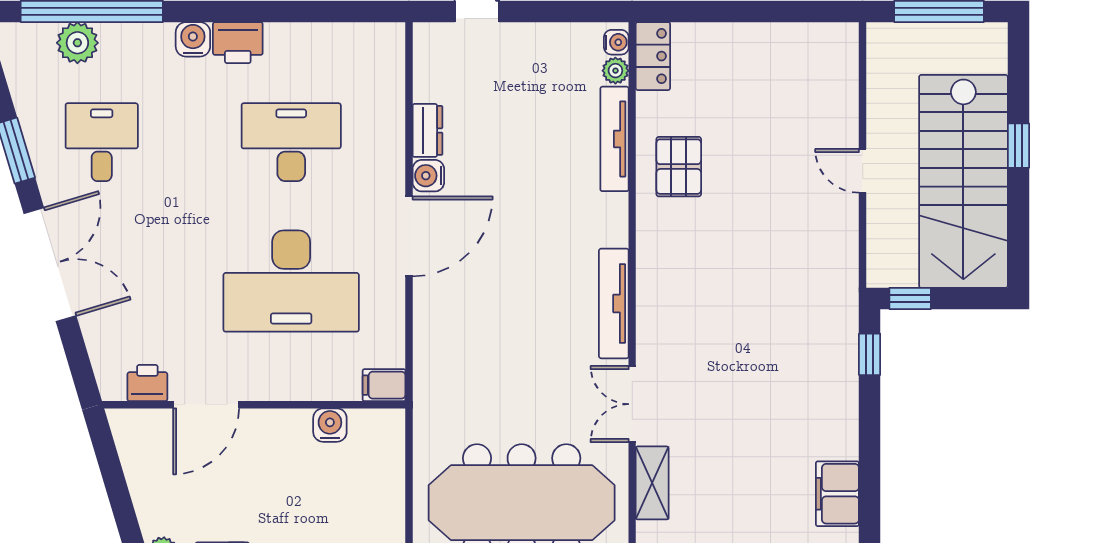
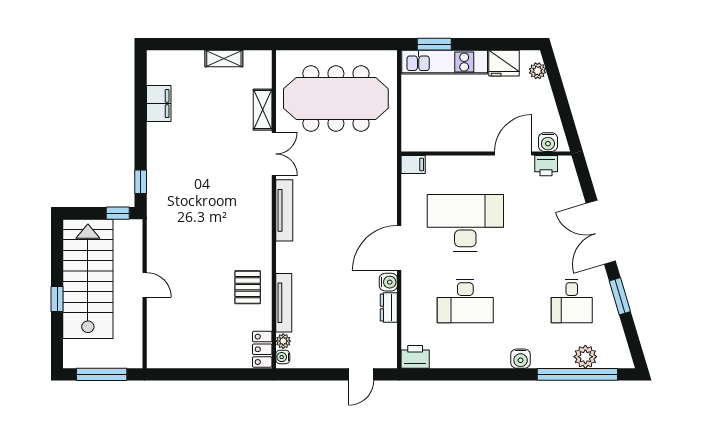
printer: (238, 43) -> (415, 357), moved
water cooler: (330, 425) -> (548, 142), moved

